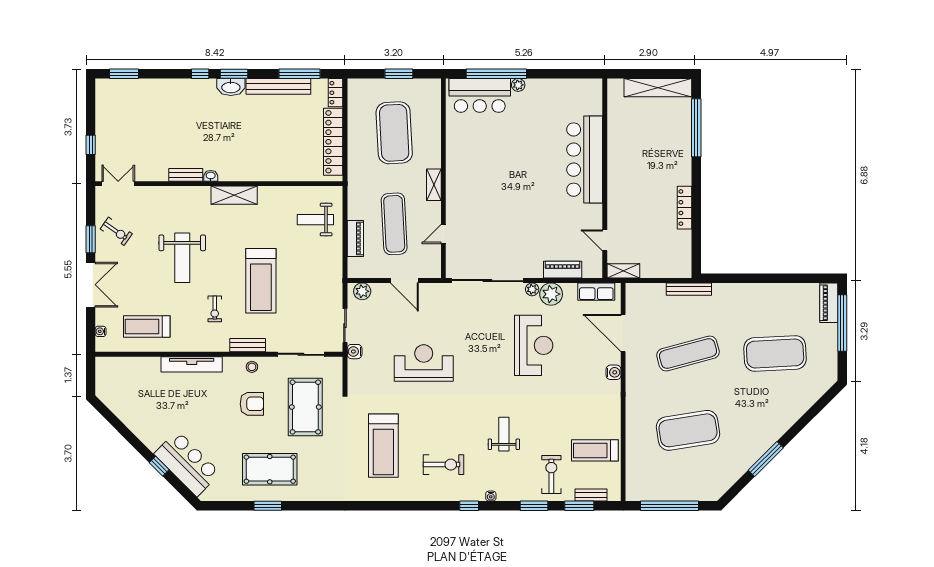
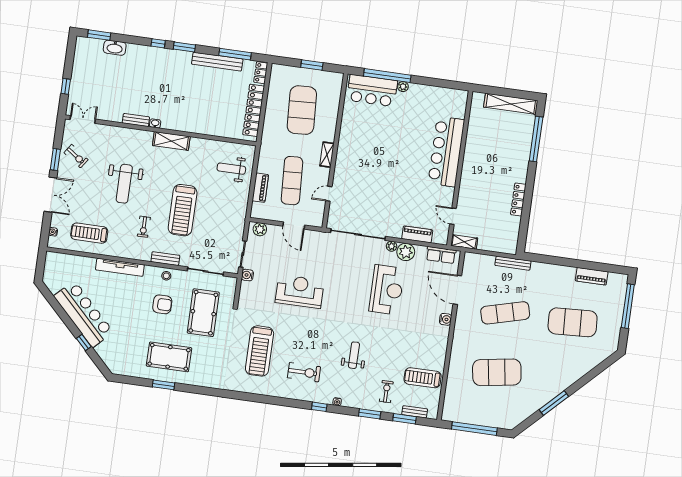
washbasin: (231, 87) -> (115, 48), moved
piano: (829, 303) -> (592, 276), moved, turned -90
bar counter: (187, 463) -> (84, 314), moved, width x1.36
exercise bike: (551, 475) -> (386, 392), width x0.73, depth x0.72

